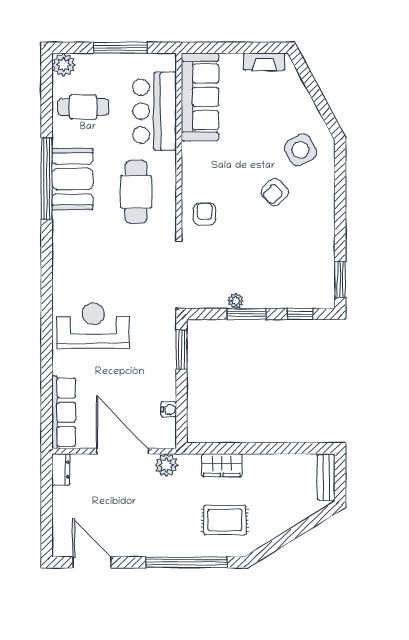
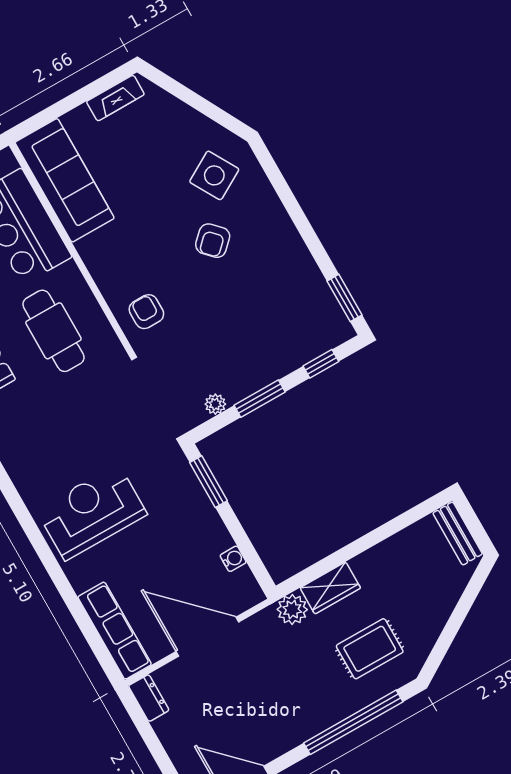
plant: (236, 301) -> (215, 404), moved
plant: (166, 465) -> (292, 610), moved

